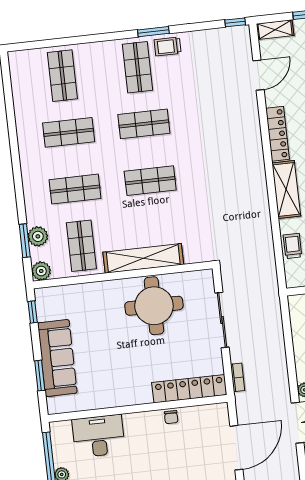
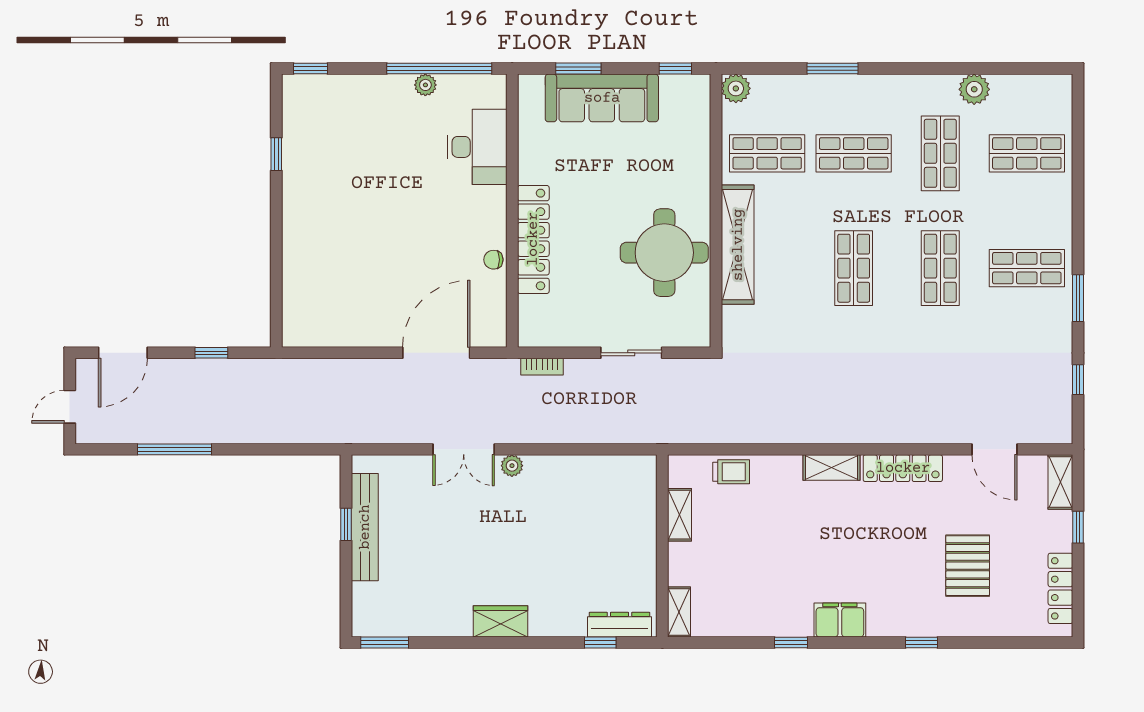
window: (235, 22) -> (1078, 380), moved
trolley: (168, 46) -> (1053, 317), removed
shop shelf: (75, 189) -> (854, 153), turned 90
shelving: (286, 189) -> (832, 468), width x0.67, depth x0.75
plant: (38, 236) -> (974, 89), moved
window: (25, 241) -> (833, 69), moved
sliding door: (222, 320) -> (631, 353), width x0.73
locker: (189, 389) -> (533, 239), moved
door: (236, 448) -> (436, 353), swing flipped

